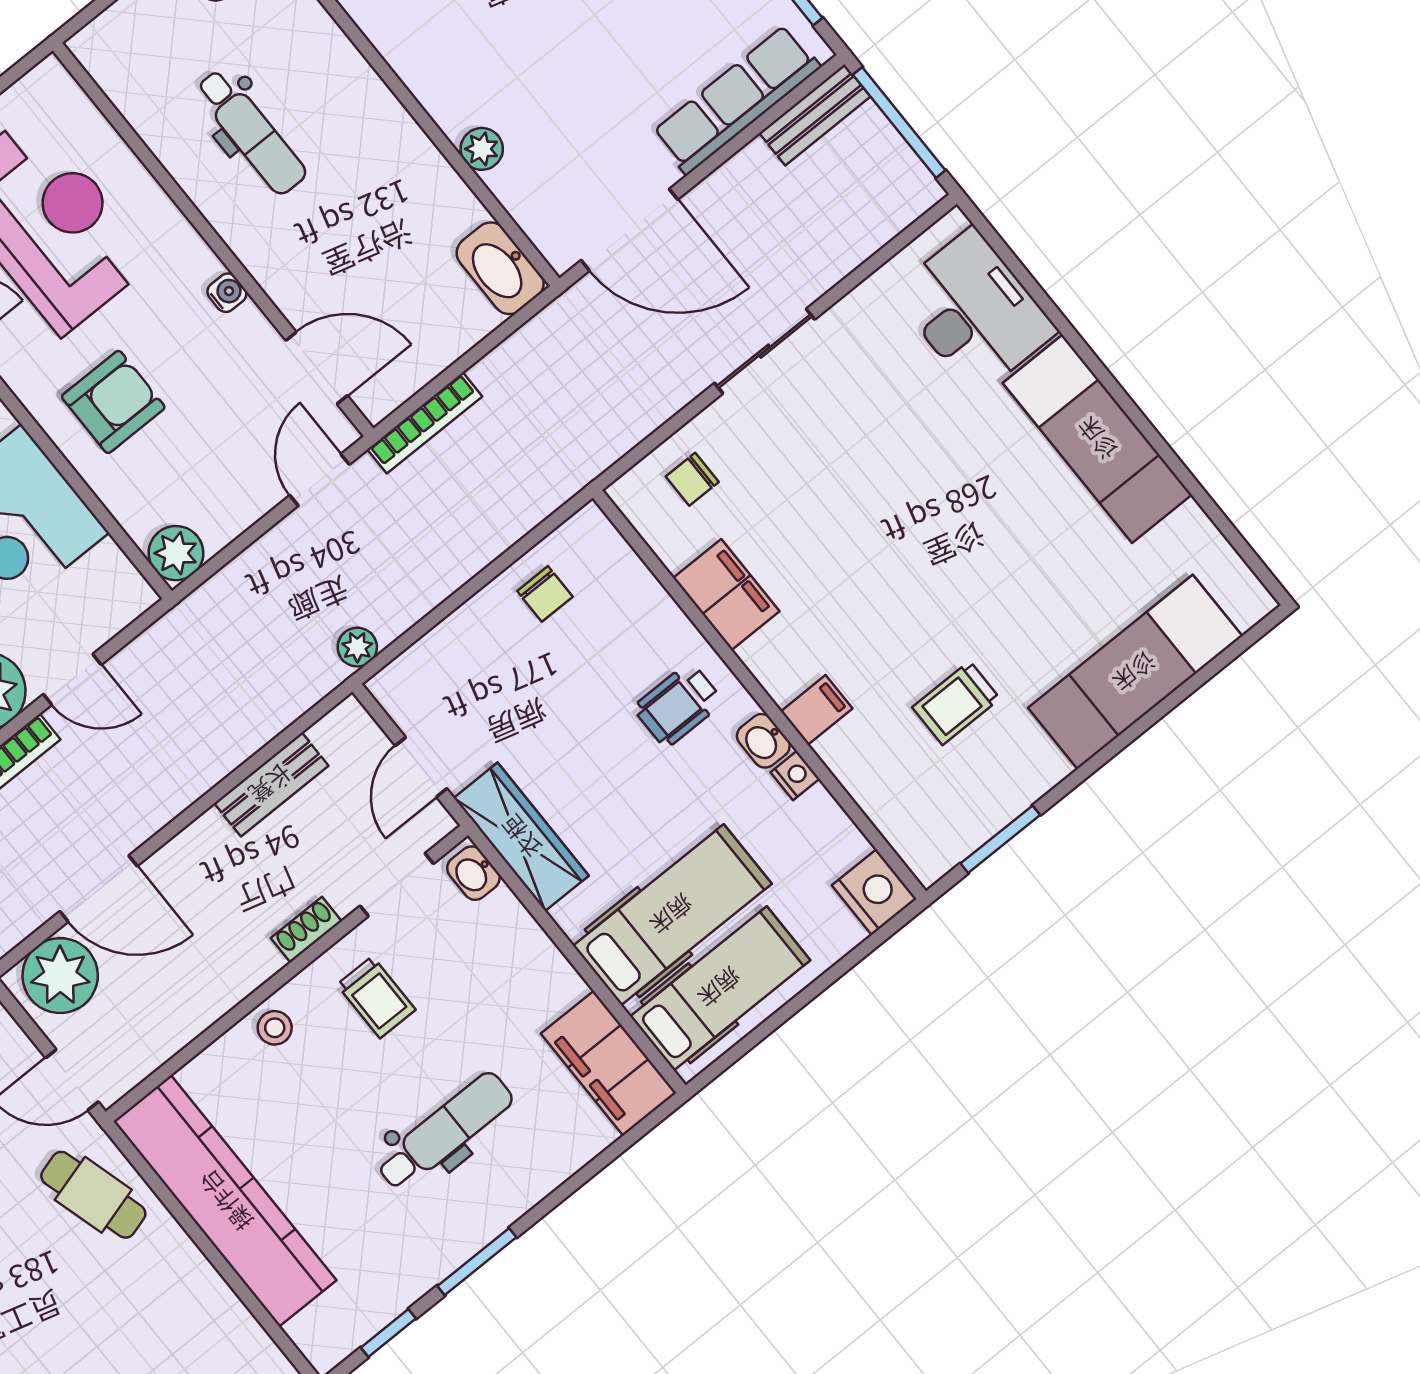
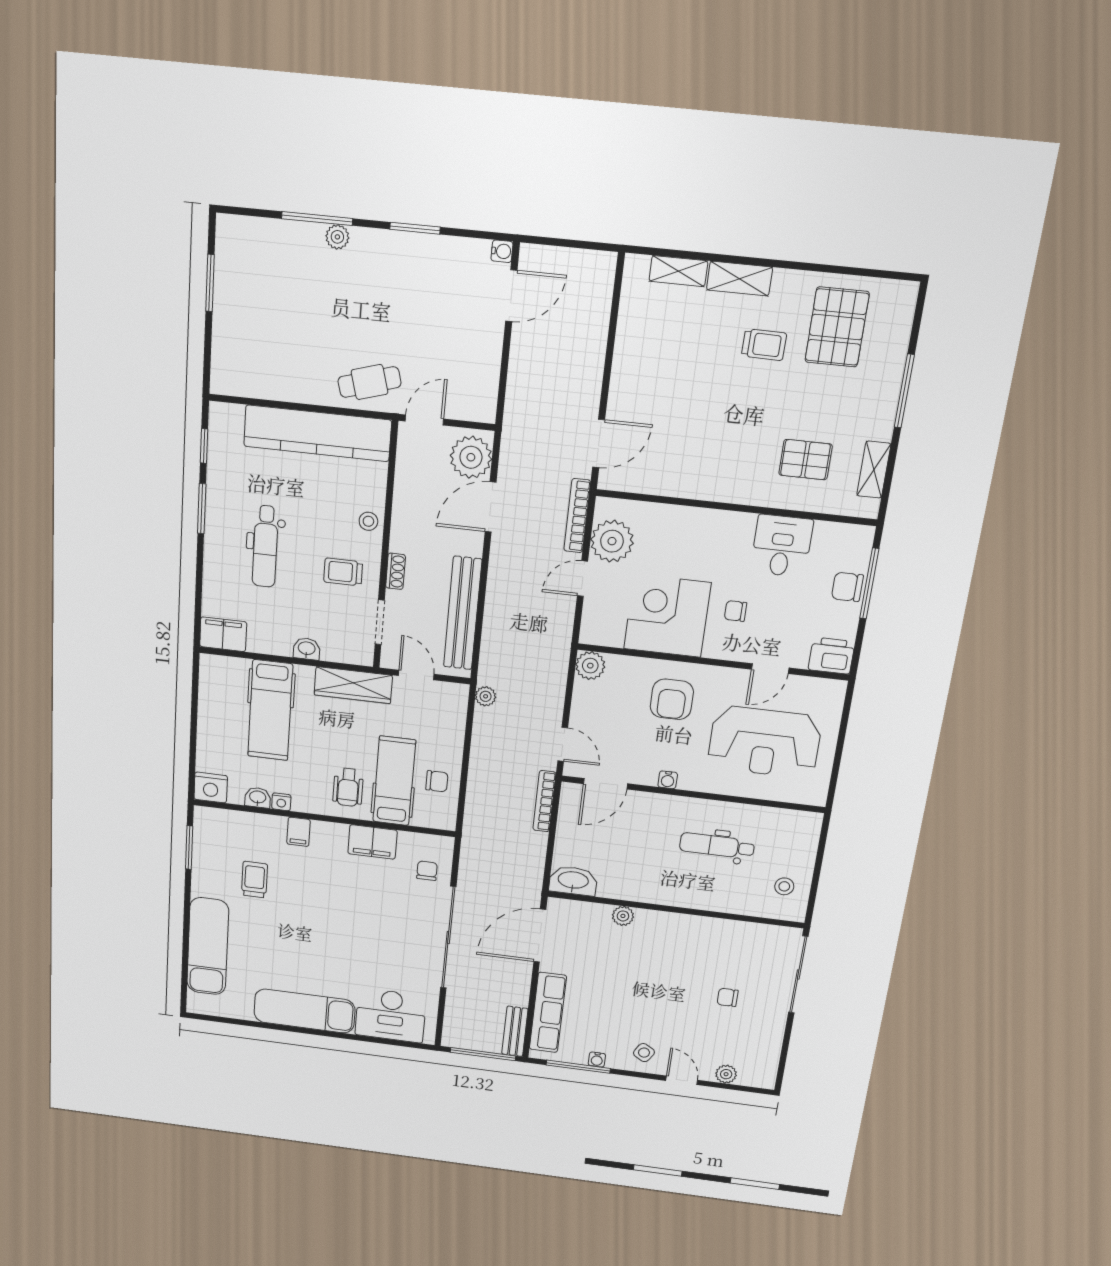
sliding door: (765, 351) -> (448, 938), width x1.86
chair: (545, 594) -> (437, 781), turned 180
wheelchair: (678, 705) -> (348, 787), turned 180
washbasin: (763, 741) -> (258, 798), moved
bench: (271, 784) -> (463, 613), width x1.86, depth x1.21
washbasin: (473, 873) -> (307, 649), moved
hospital bed: (720, 988) -> (394, 781), moved, turned 180
filing cabinet: (609, 1063) -> (223, 634), width x0.67, depth x0.86

